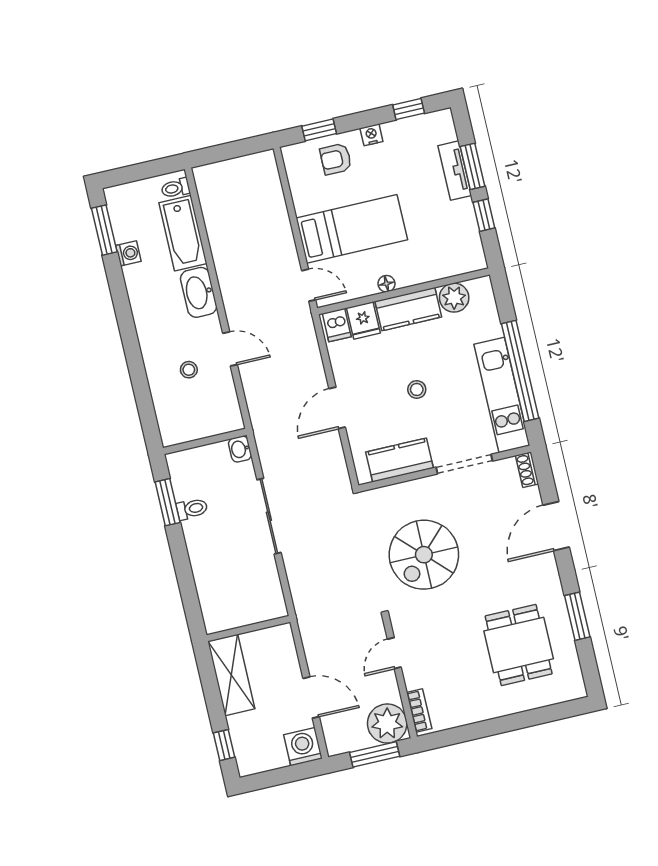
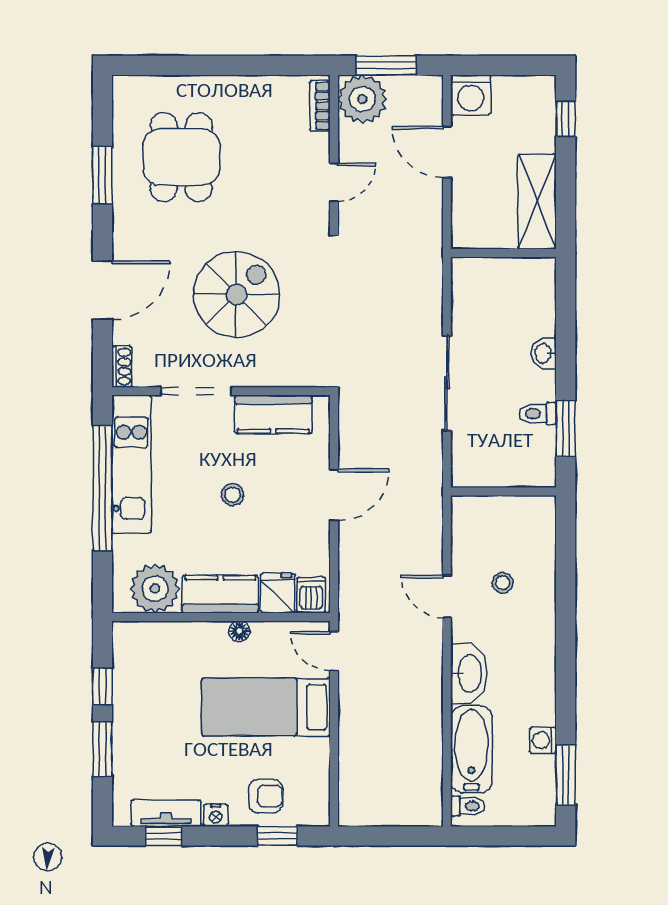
tv unit: (455, 171) -> (166, 813), moved, turned -90
plant: (454, 298) -> (155, 589), width x1.36, depth x1.36
washbasin: (240, 449) -> (544, 353), moved, turned 180
spiral stairs: (424, 555) -> (236, 295), moved

